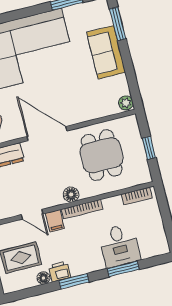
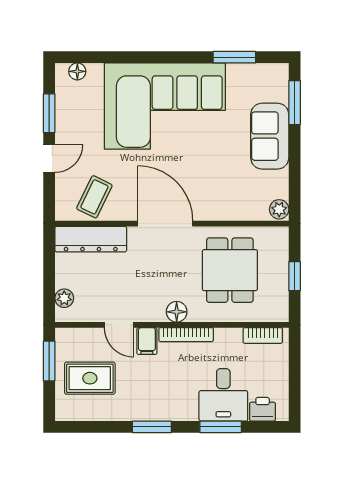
printer: (60, 272) -> (263, 409), moved
floor lamp: (43, 278) -> (113, 413), removed

